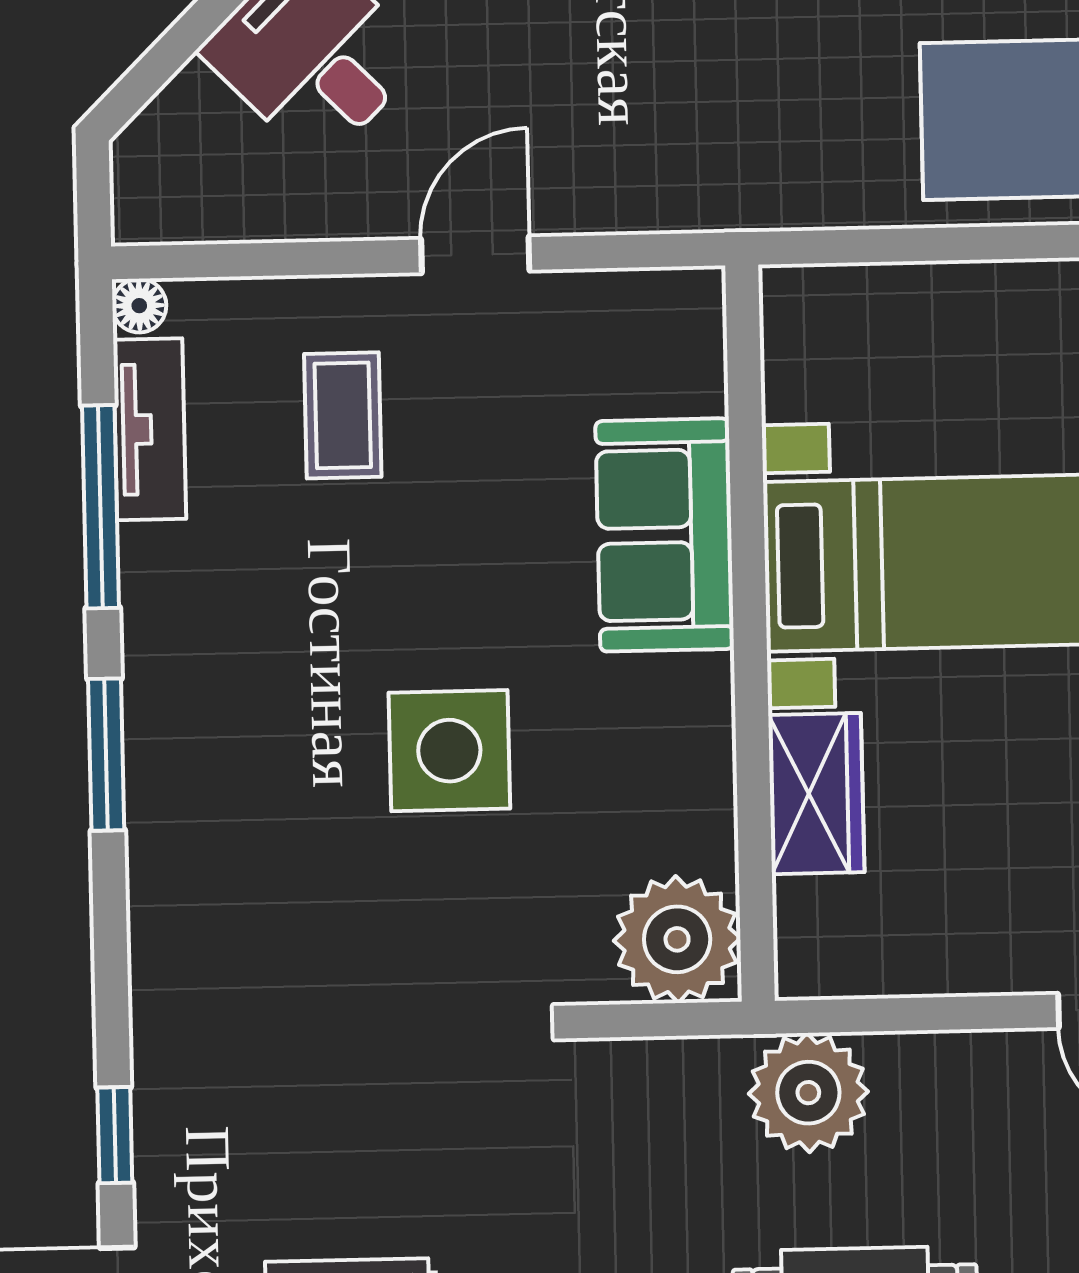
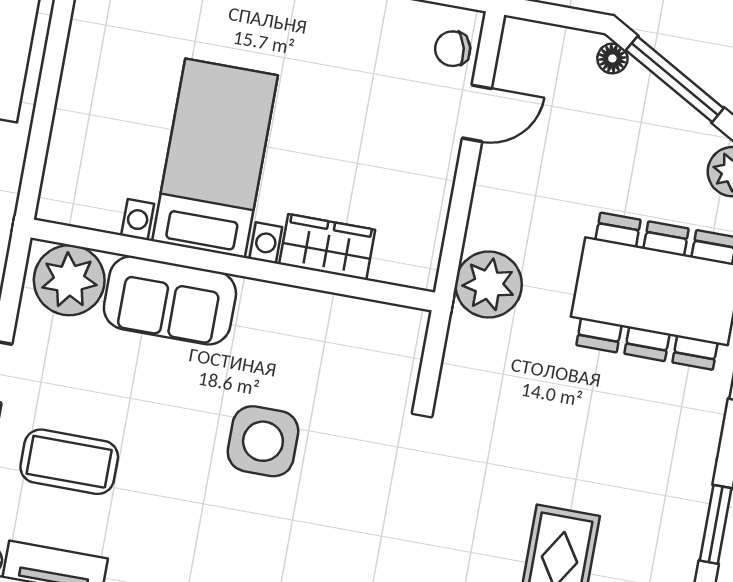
coffee table: (343, 415) -> (69, 462), width x1.36, depth x1.30
plant: (677, 939) -> (69, 280), moved

